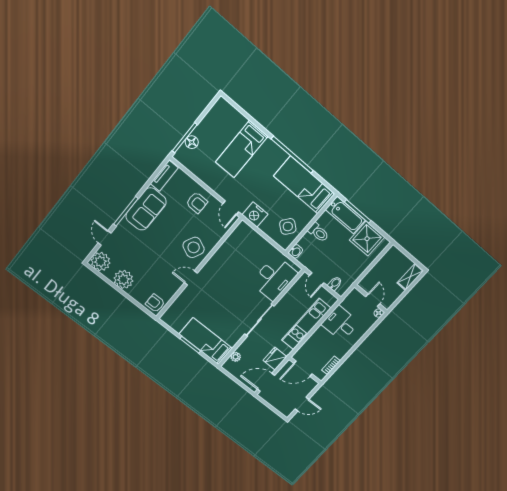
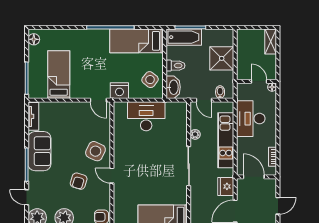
floor lamp: (192, 142) -> (34, 39), moved
bed: (242, 149) -> (59, 75), moved, turned 180
armchair: (197, 203) -> (79, 181), moved, turned 107
shower: (367, 239) -> (222, 58), moved
washbasin: (296, 251) -> (173, 87), width x1.91, depth x1.45
door: (191, 278) -> (112, 176), hinge flipped
desk: (274, 278) -> (146, 116), moved, turned -90
desk: (340, 323) -> (251, 119), width x1.37
plant: (236, 357) -> (195, 134), moved
door: (303, 369) -> (254, 177), swing flipped

